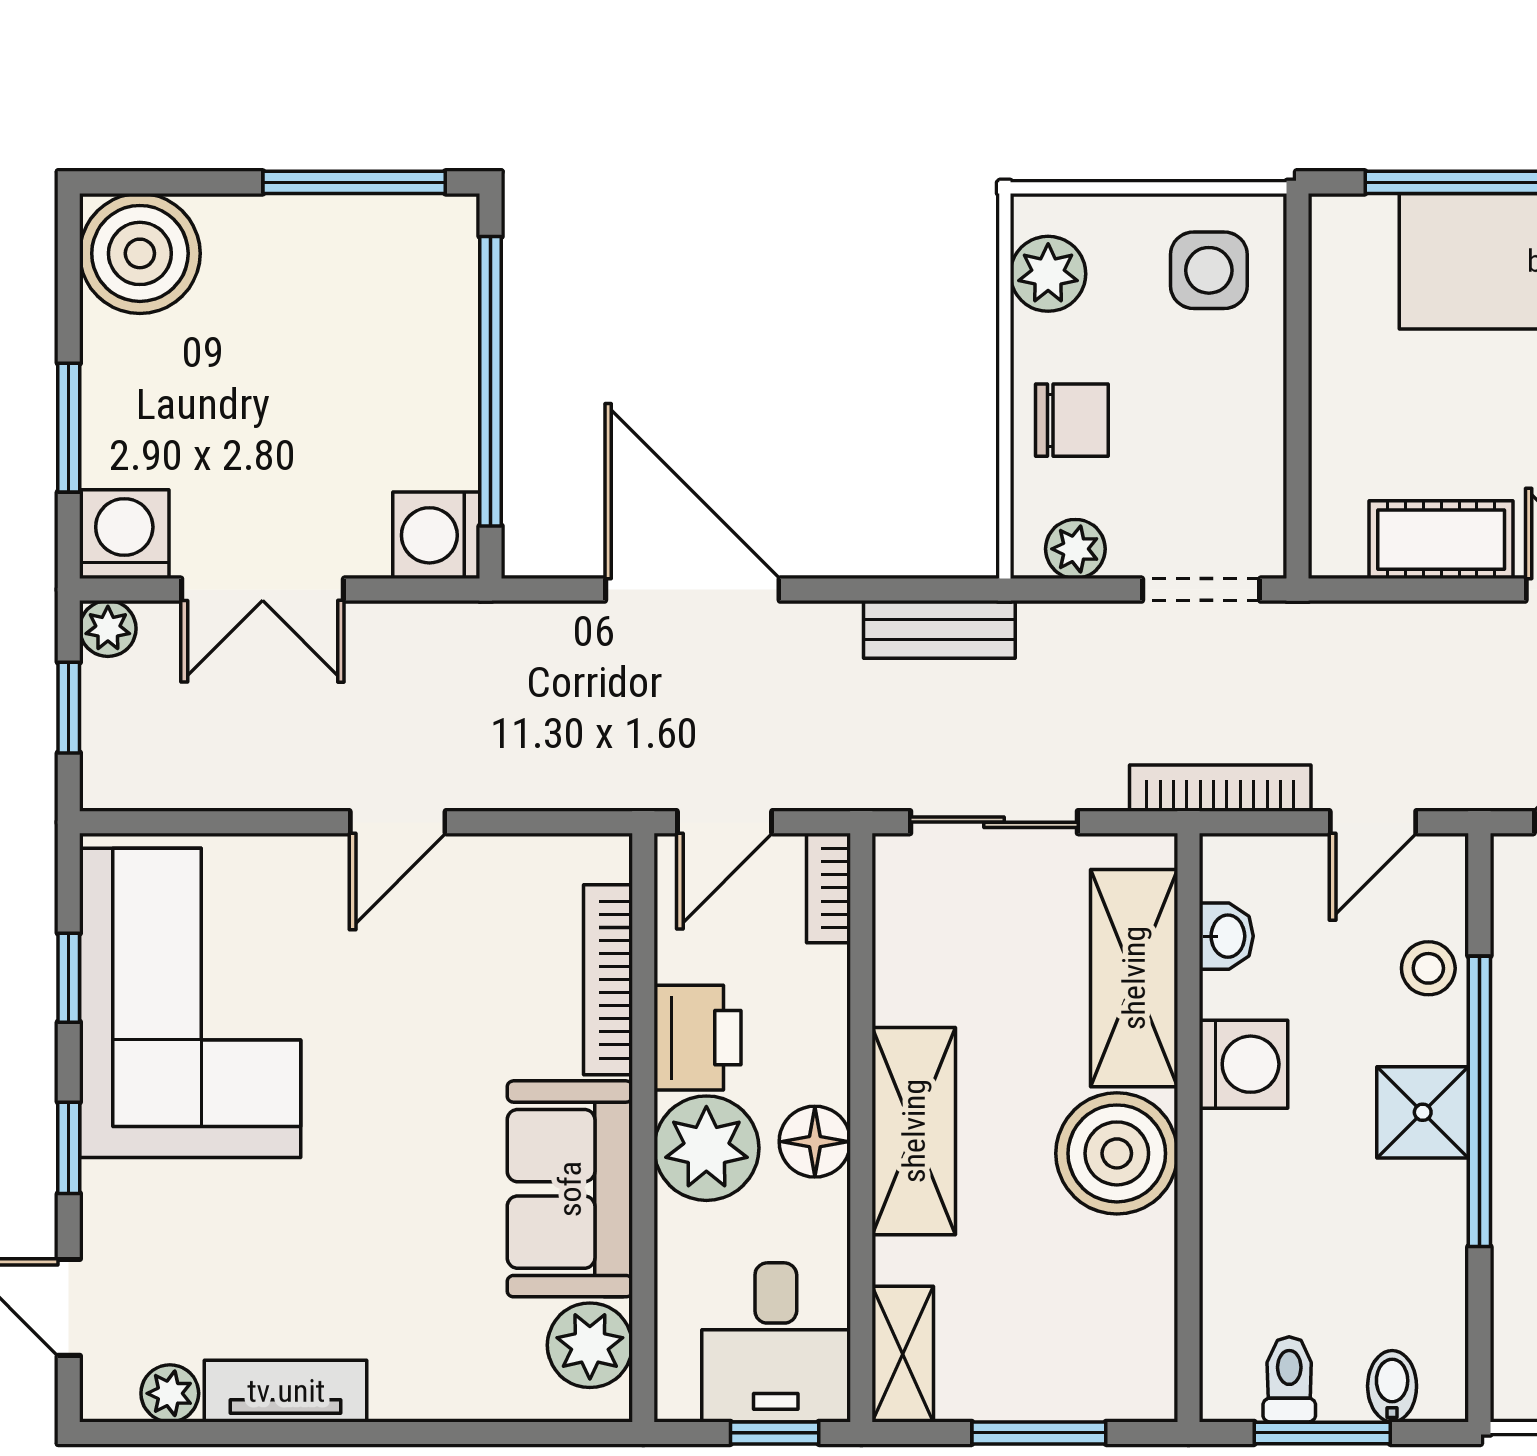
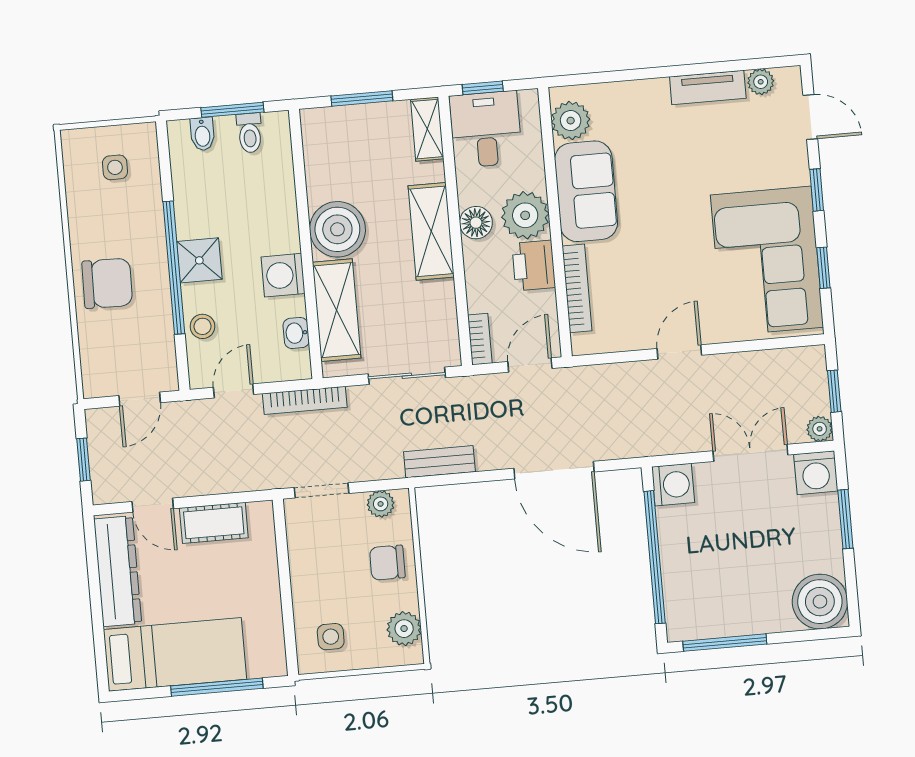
side table: (1209, 270) -> (331, 637), width x0.73, depth x0.73

